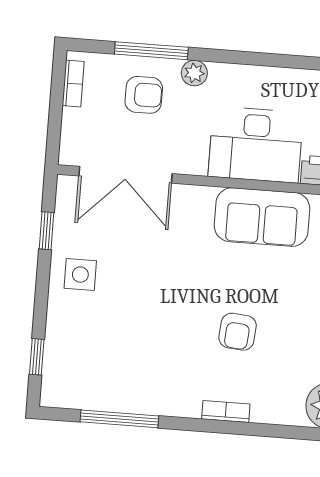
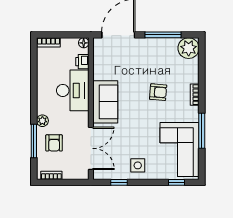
armchair: (144, 95) -> (54, 143), turned 180
sofa: (262, 217) -> (105, 102), moved
corner sofa: (108, 369) -> (180, 150), added
window: (119, 419) -> (202, 131), moved

